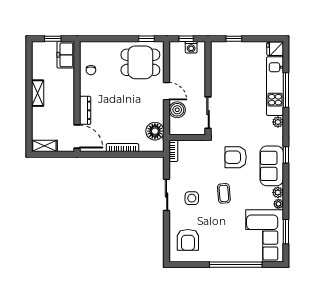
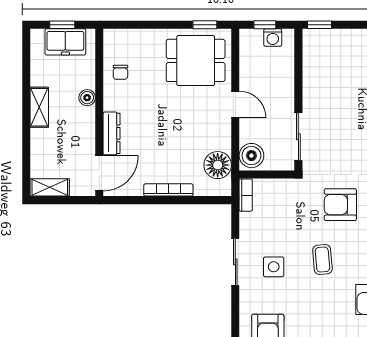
window: (234, 39) -> (320, 25), moved
freezer: (66, 55) -> (65, 42), moved, turned -90
boiler: (69, 87) -> (87, 98), added
boiler: (177, 110) -> (251, 156), moved
door: (77, 137) -> (99, 173), hinge flipped

